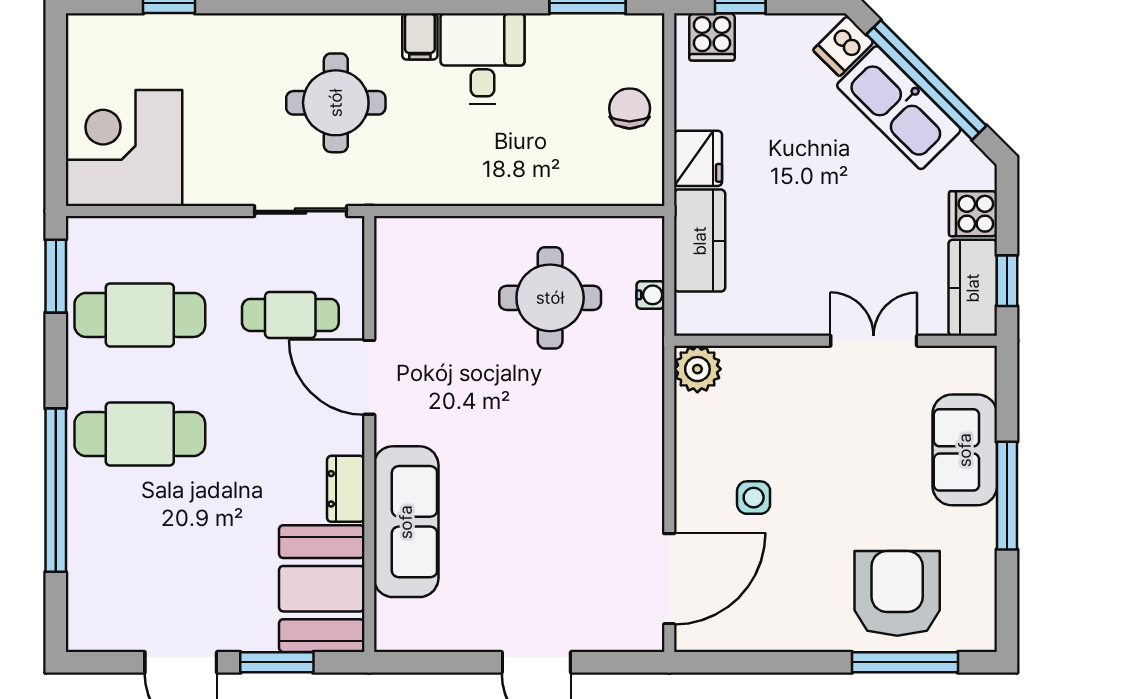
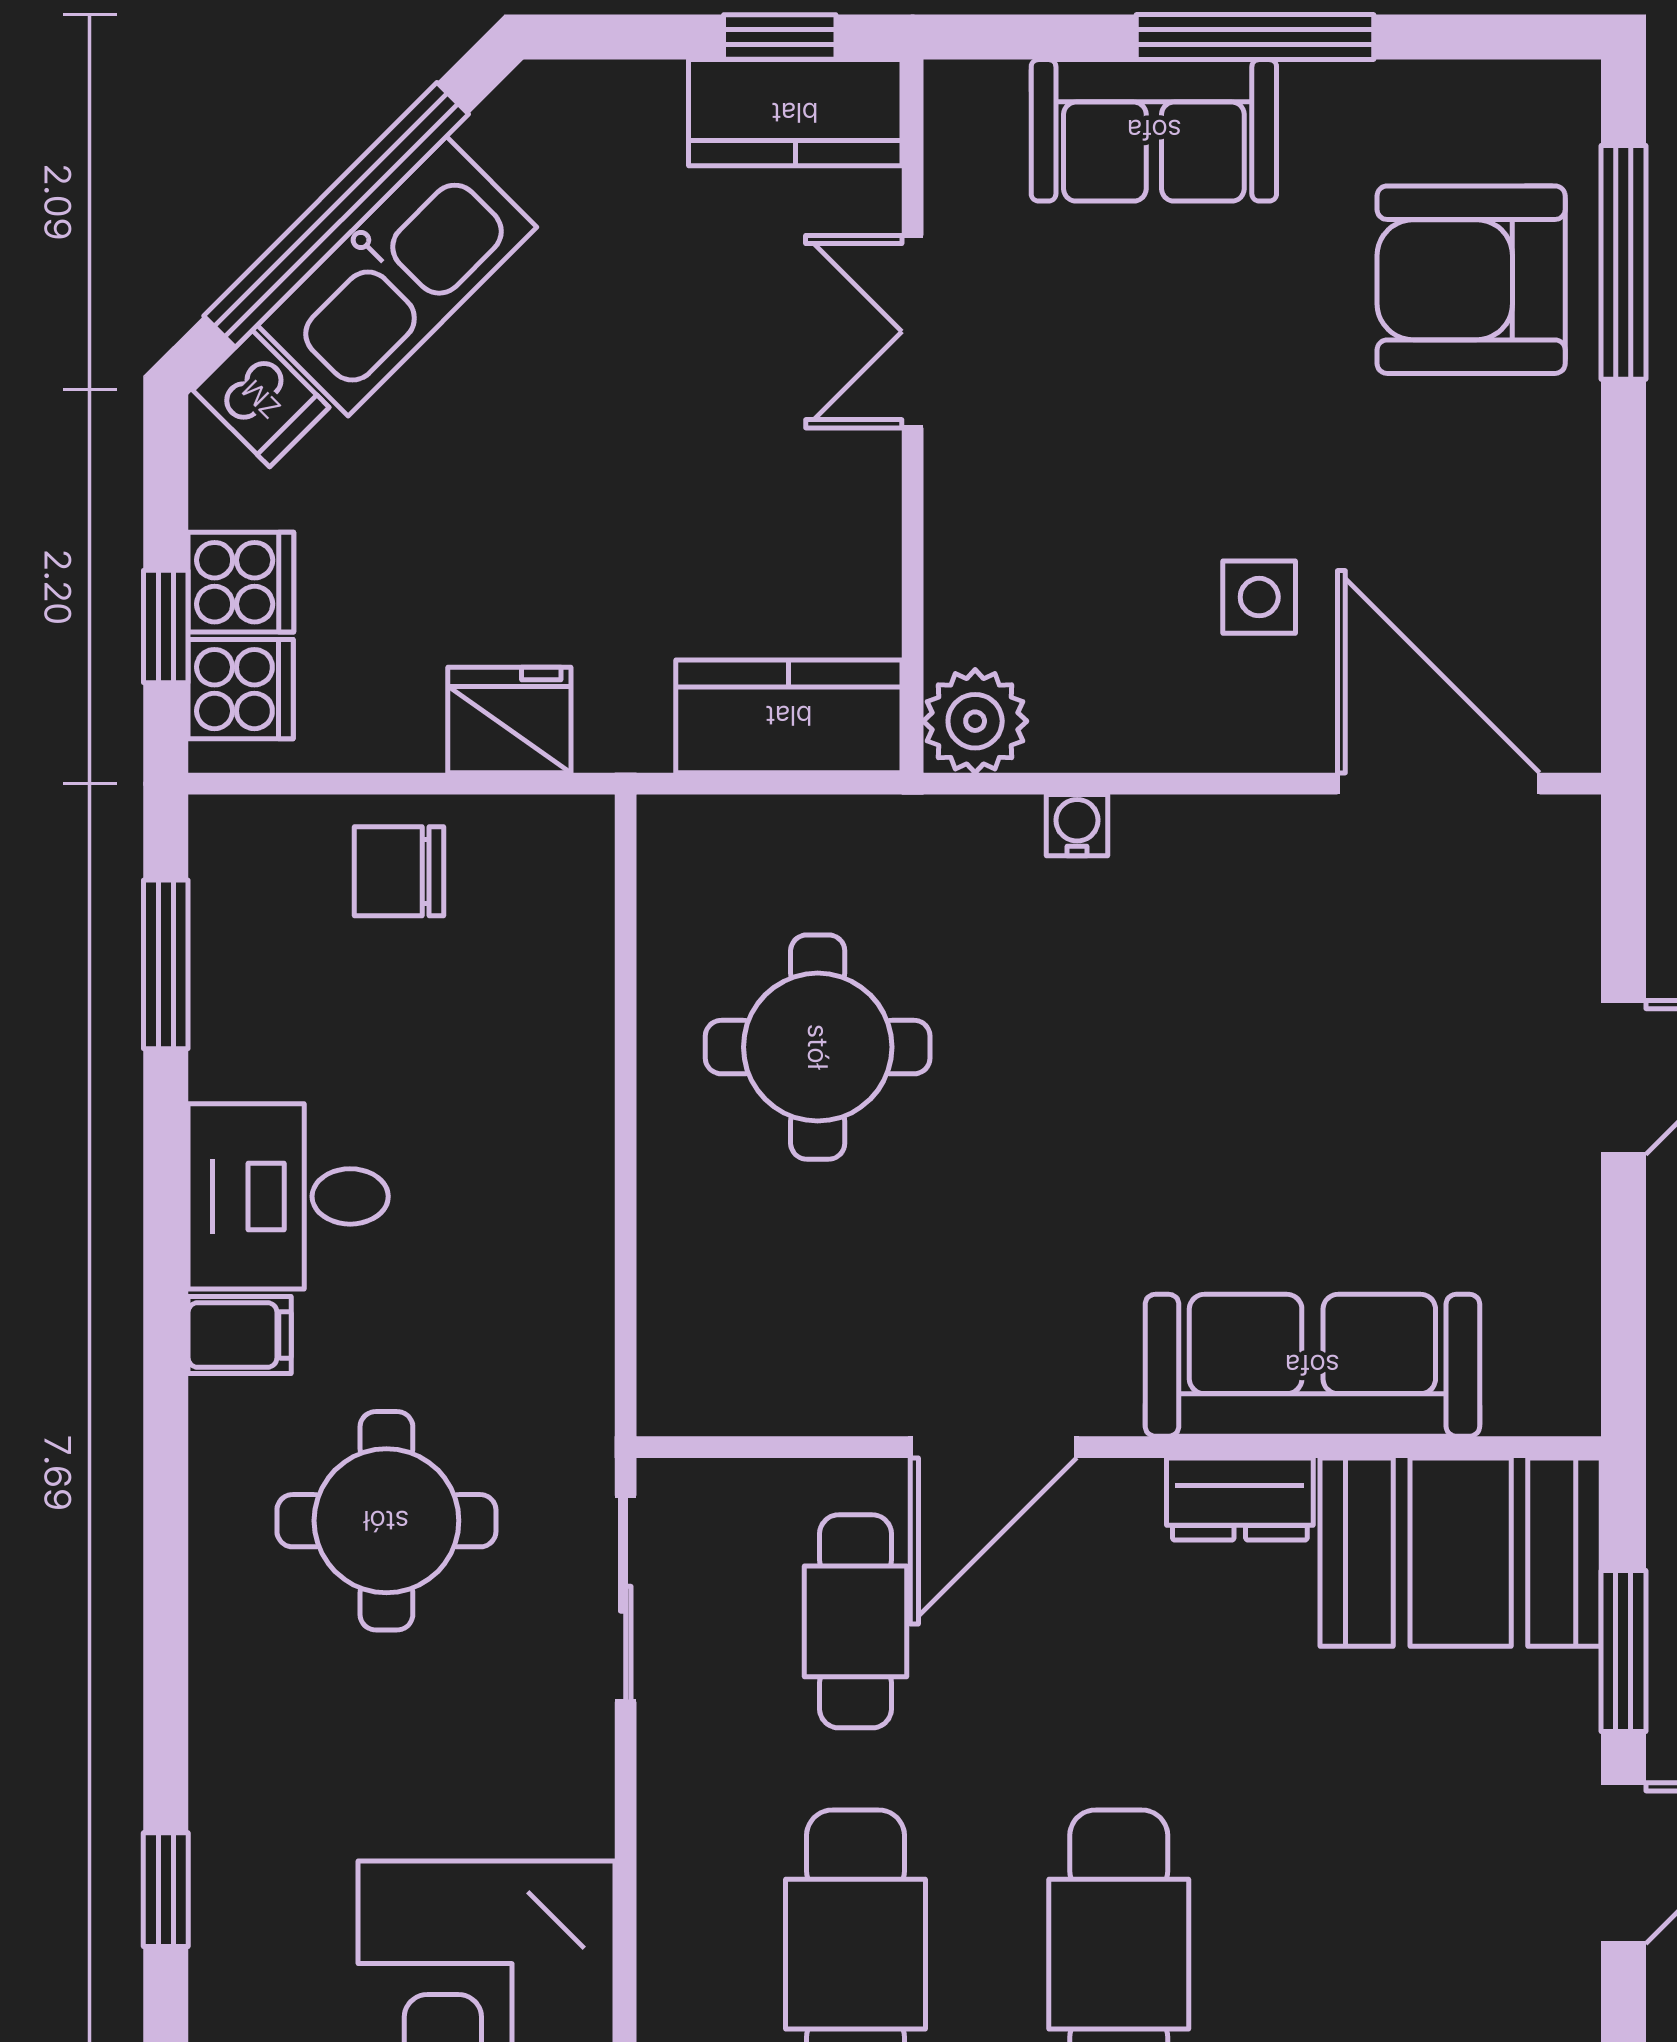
cooker: (973, 214) -> (241, 582), moved, turned -90
kitchen counter: (700, 241) -> (789, 716), moved
water cooler: (650, 295) -> (1077, 825), moved

